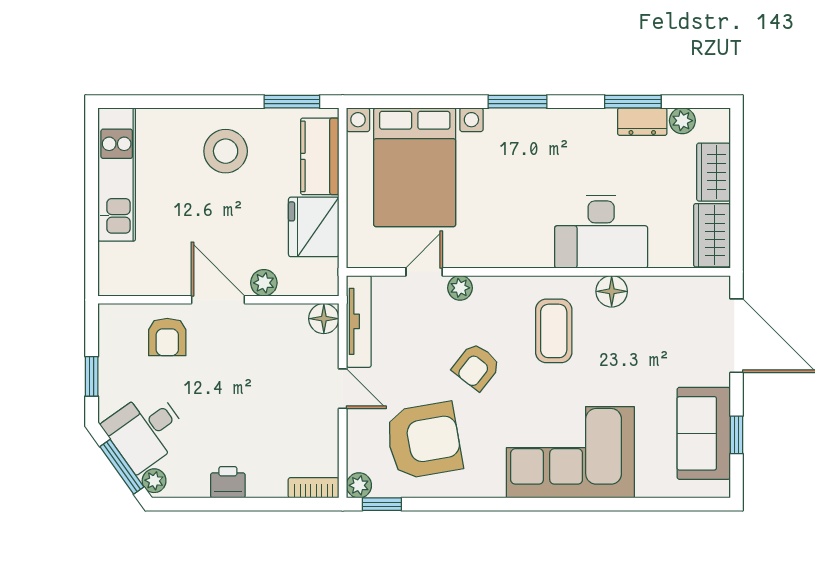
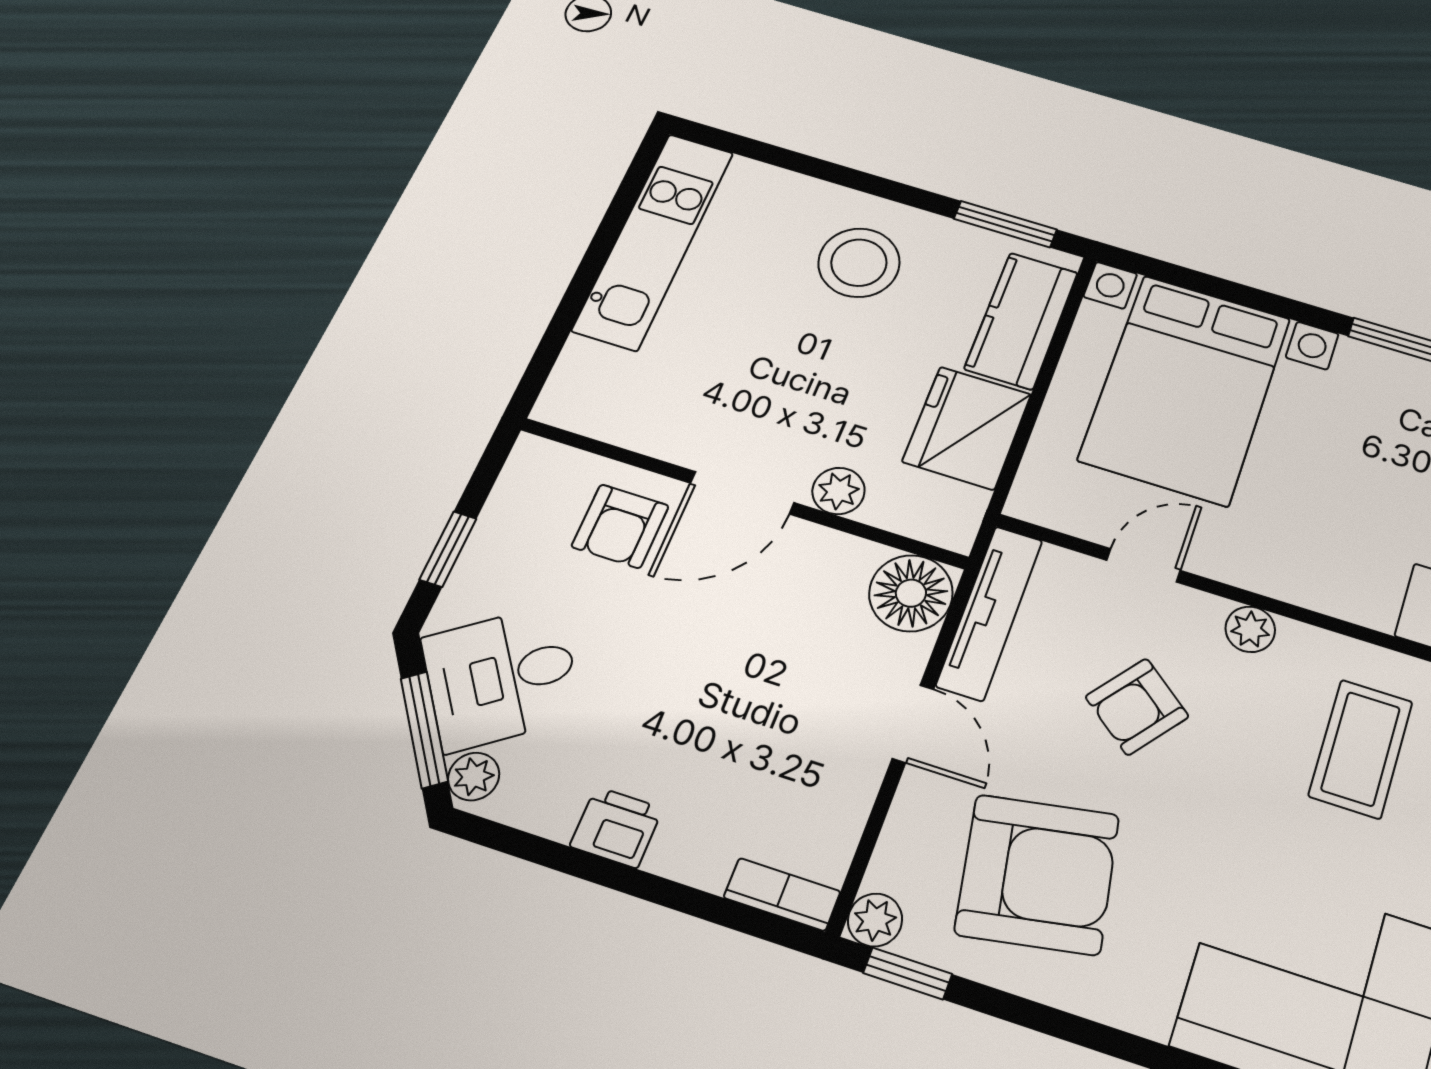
plant: (460, 288) -> (1250, 629), moved
door: (218, 300) -> (742, 493), swing flipped
floor lamp: (324, 319) -> (911, 593), width x1.38, depth x1.38
armchair: (476, 367) -> (1137, 707), moved

